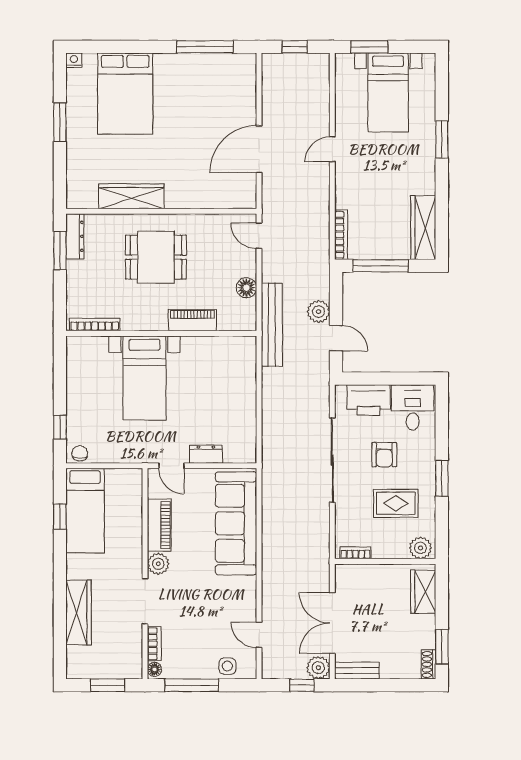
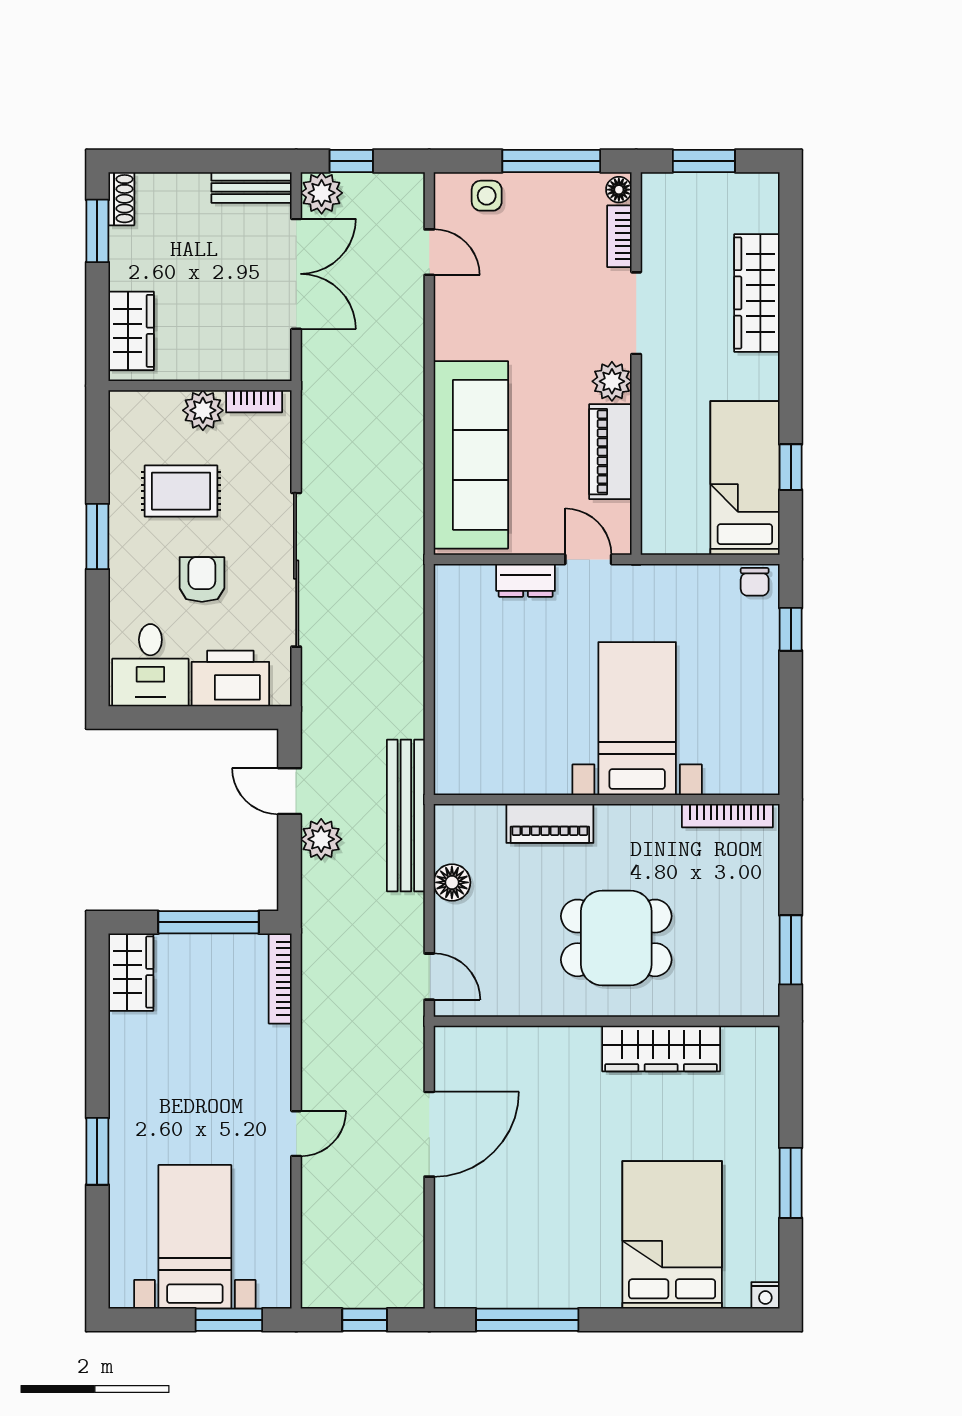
wardrobe: (423, 228) -> (131, 972), width x0.67
dresser: (75, 236) -> (763, 976), removed
plant: (420, 548) -> (203, 410), moved

